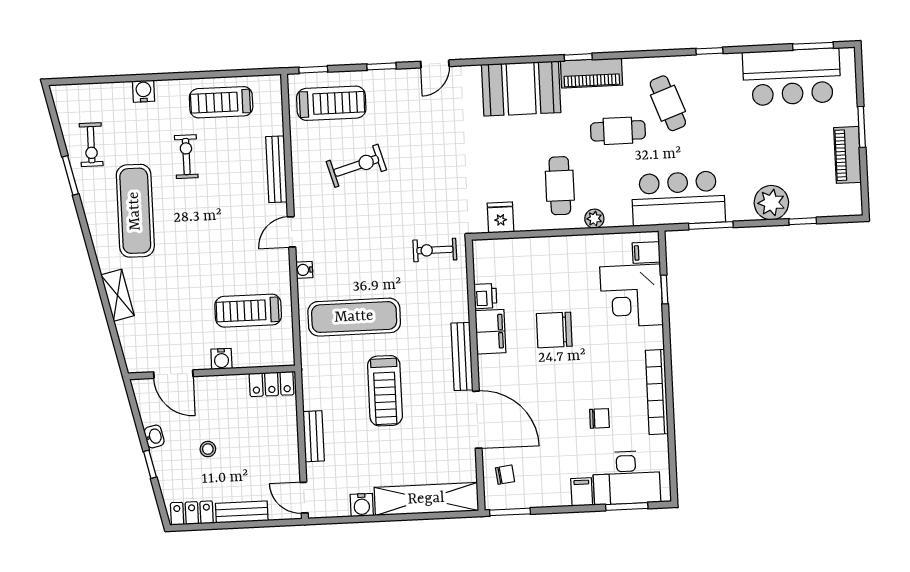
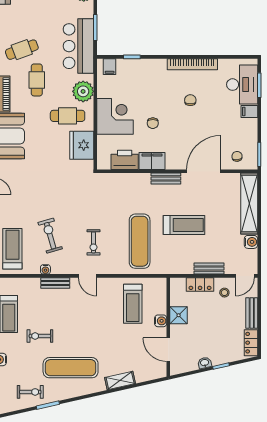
bench: (276, 169) -> (55, 283), width x0.73
fridge: (500, 217) -> (82, 145), width x1.88, depth x1.34
plant: (594, 219) -> (83, 91), width x1.88, depth x1.88
exercise bike: (435, 250) -> (93, 242), moved
water cooler: (304, 270) -> (45, 269), moved
printer: (485, 296) -> (125, 160), width x1.87, depth x1.48
corner desk: (631, 296) -> (115, 116), moved, turned -90
chair: (554, 330) -> (153, 123), width x0.54, depth x0.54
bench: (462, 357) -> (166, 178), width x0.73
door: (173, 374) -> (168, 350), swing flipped
locker: (272, 384) -> (200, 284), moved, turned 90
shower: (232, 389) -> (179, 315), added
chair: (599, 418) -> (190, 100), moved
stool: (208, 449) -> (224, 293), moved

